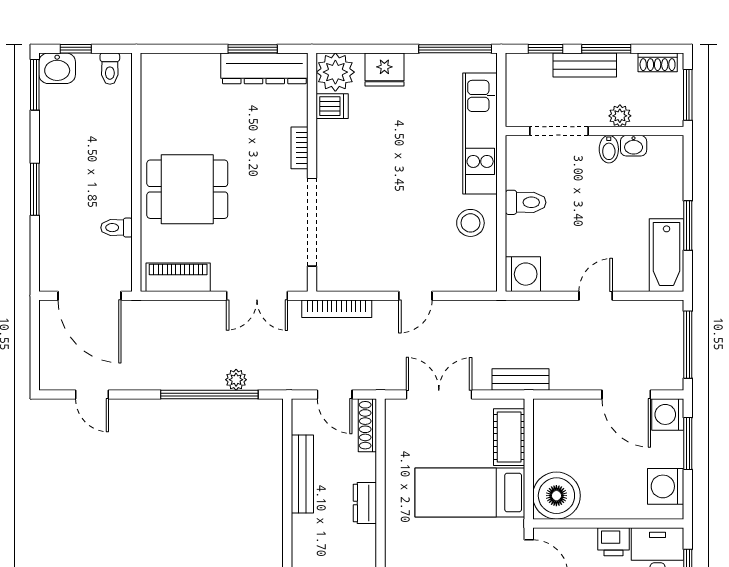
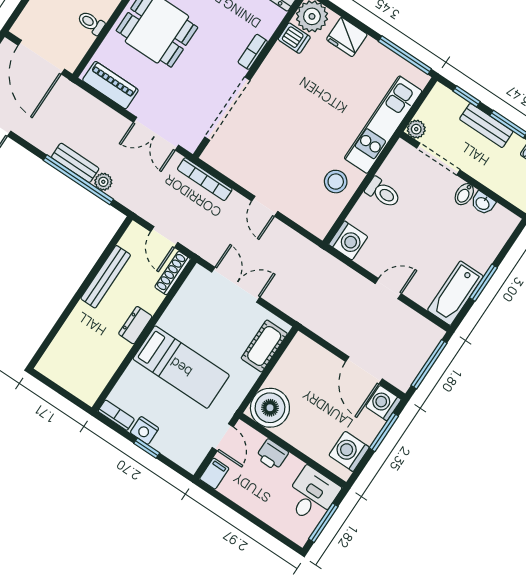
plant: (620, 116) -> (416, 129), moved
door: (415, 296) -> (265, 206), hinge flipped
bench: (520, 380) -> (75, 163), moved
bed: (470, 492) -> (181, 367), moved, turned 180
printer: (613, 542) -> (272, 455), moved

